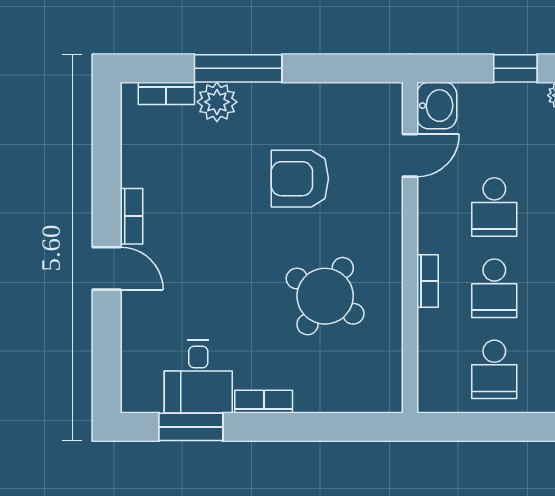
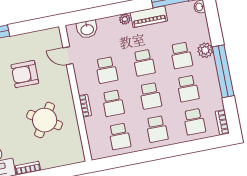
window: (515, 68) -> (104, 12), removed
washbasin: (437, 106) -> (87, 29), moved, turned 90
door: (410, 155) -> (68, 56), swing flipped

